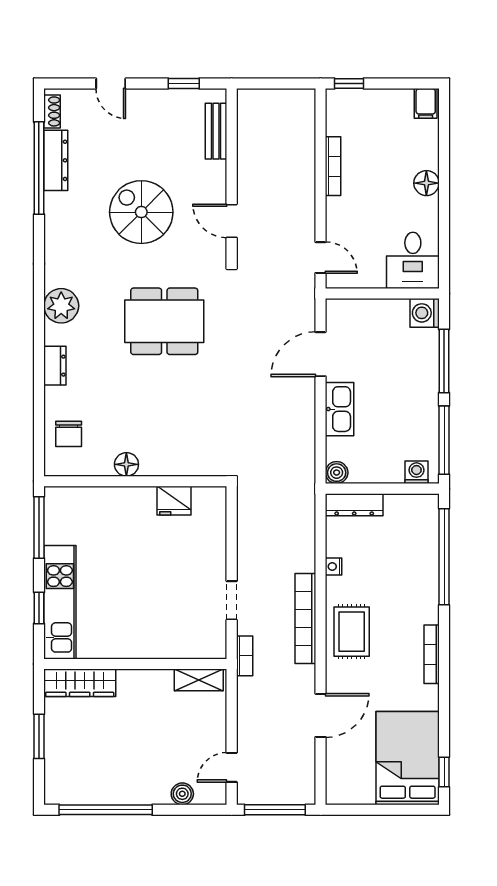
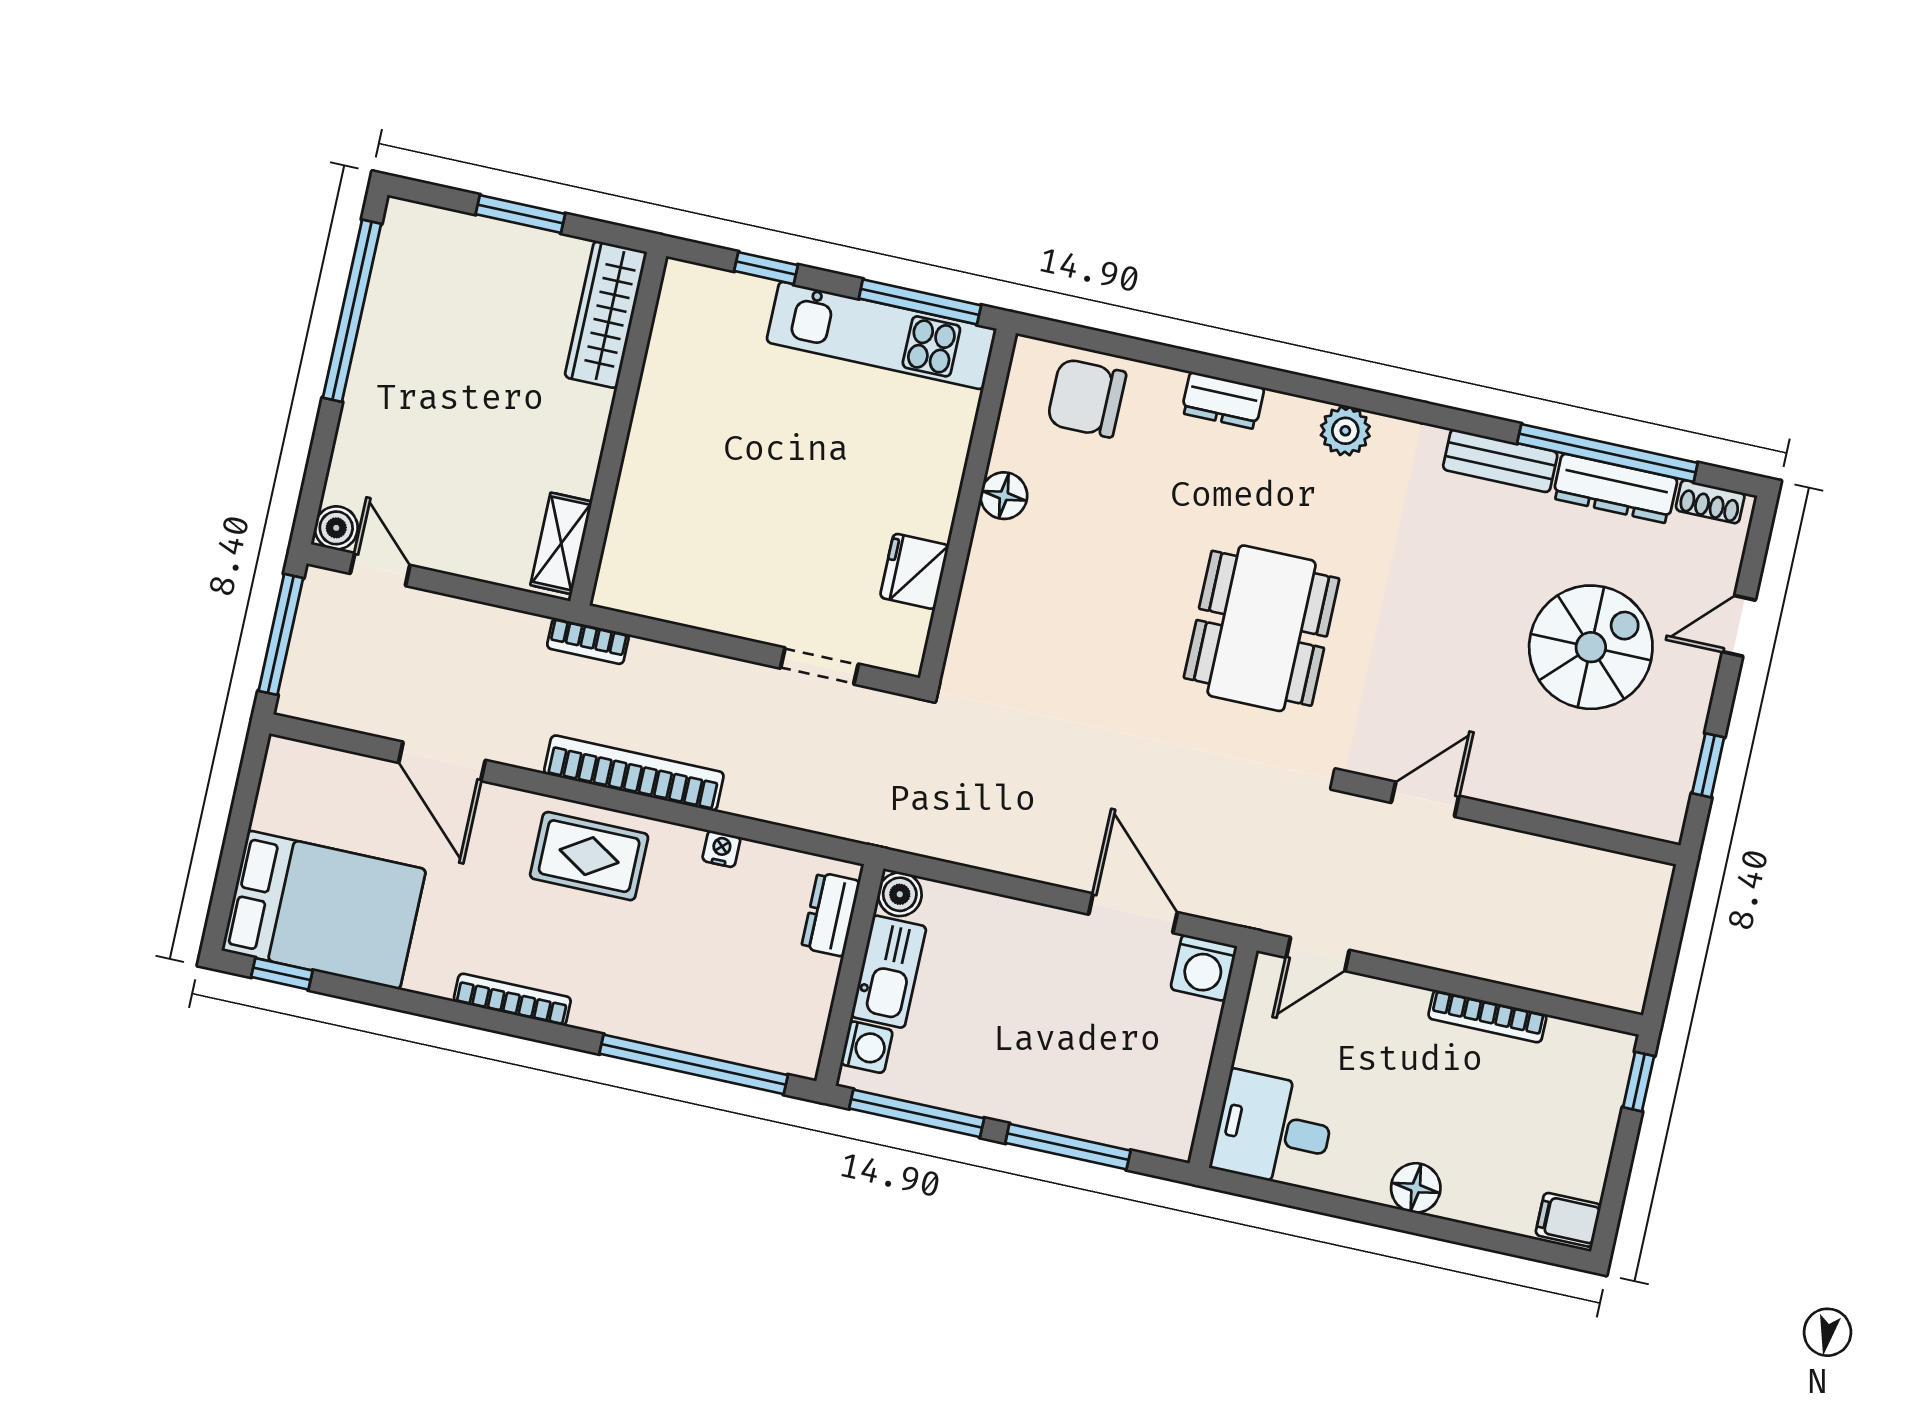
bench: (216, 131) -> (1500, 461), moved
spiral stairs: (141, 212) -> (1591, 647), moved
plant: (61, 306) -> (1345, 431), width x0.73, depth x0.73
washing machine: (425, 313) -> (1204, 968), moved, turned 180
kitchen sink: (340, 409) -> (889, 972), moved, turned -90
chair: (69, 434) -> (1087, 398), width x1.37, depth x1.37
dresser: (354, 505) -> (831, 914), width x0.70
doorway: (232, 600) -> (819, 666), moved
kitchen unit: (60, 602) -> (881, 335), moved
boiler: (182, 794) -> (336, 528), moved

